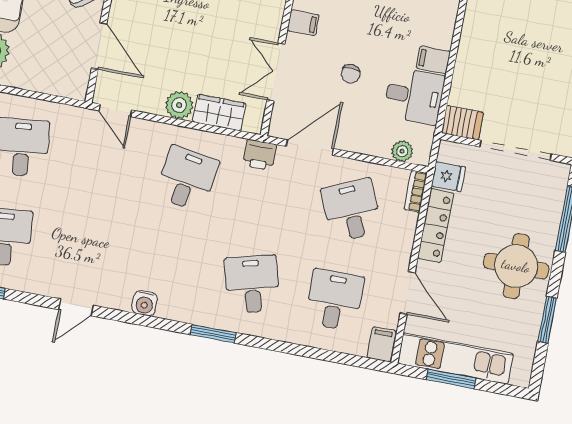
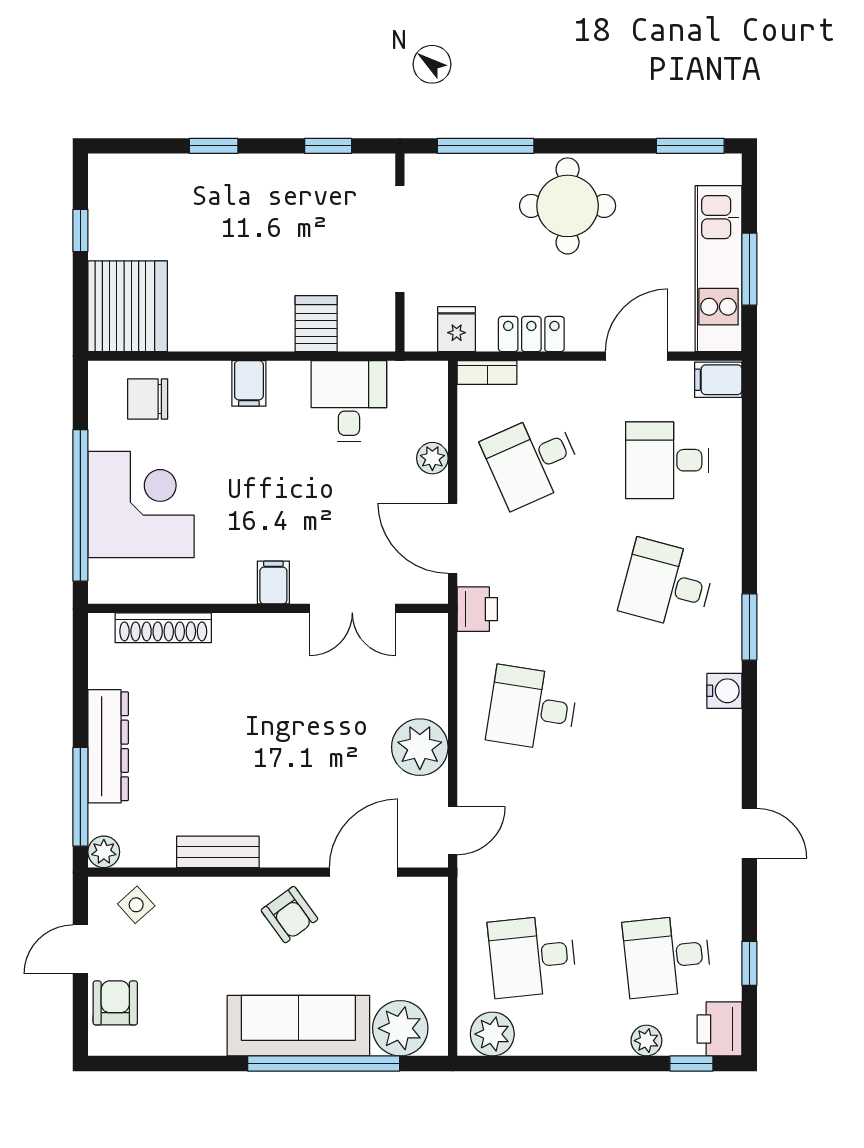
filing cabinet: (433, 60) -> (249, 383), moved
chair: (351, 74) -> (335, 499), removed
plant: (179, 105) -> (420, 747), width x1.36, depth x1.36
wardrobe: (219, 113) -> (427, 679), removed
server rack: (462, 123) -> (316, 324), moved
plant: (402, 151) -> (432, 458), moved
locker: (436, 226) -> (531, 334), width x0.66
desk: (252, 284) -> (667, 584), turned 30
water cooler: (145, 303) -> (724, 691), moved
window: (547, 320) -> (690, 146), moved

